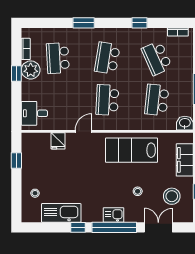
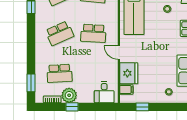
window: (84, 23) -> (31, 83), moved
school desk: (107, 58) -> (60, 33), turned -33
filing cabinet: (38, 141) -> (126, 90), added
fridge: (58, 141) -> (129, 73), width x1.88, depth x1.34

